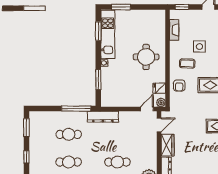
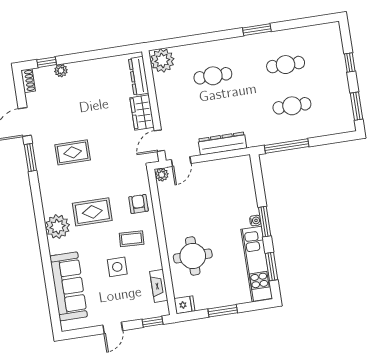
window: (121, 7) -> (223, 311), moved
round table: (146, 57) -> (193, 256), moved
window: (98, 80) -> (265, 222), moved
fridge: (159, 88) -> (184, 305), moved
dresser: (103, 117) -> (222, 144), moved

